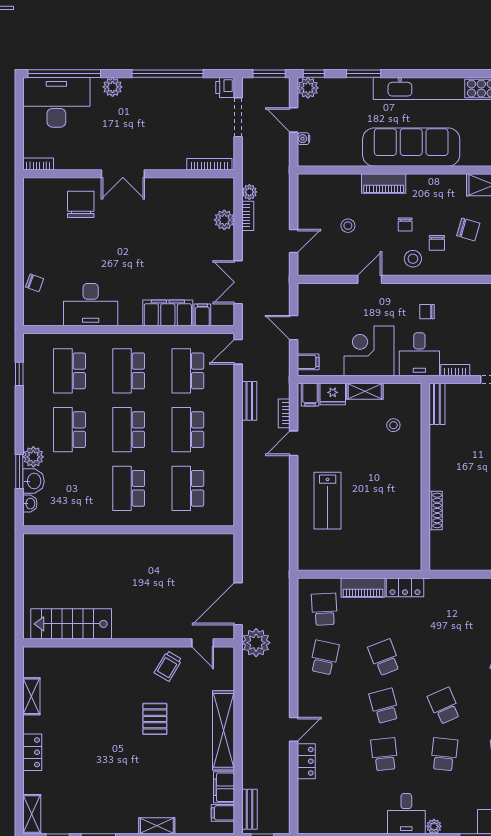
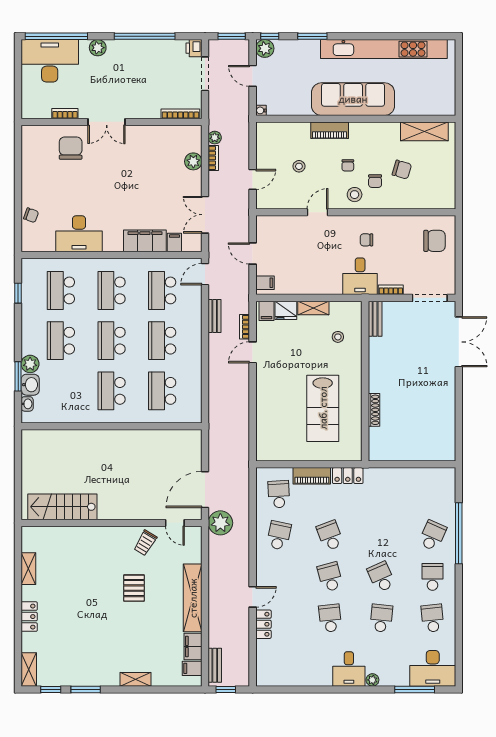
water cooler: (303, 139) -> (261, 110), moved
bookcase: (38, 164) -> (65, 114), moved
corner desk: (369, 351) -> (317, 273), removed
lab bench: (328, 501) -> (323, 408), moved, width x1.36, depth x1.39

